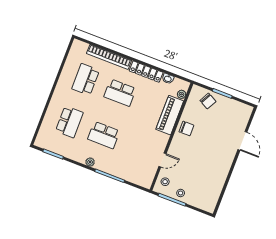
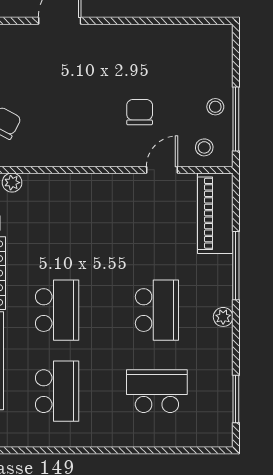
school desk: (86, 79) -> (57, 391), turned -90
piano: (170, 115) -> (215, 213), moved, turned 90
chair: (186, 128) -> (140, 112), moved
door: (162, 160) -> (162, 170), hinge flipped

